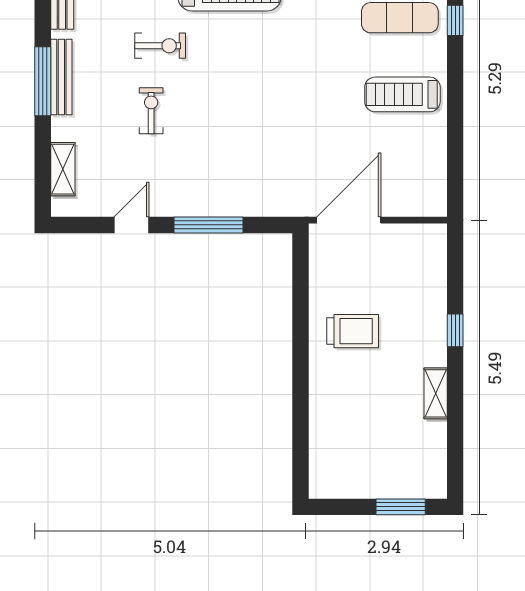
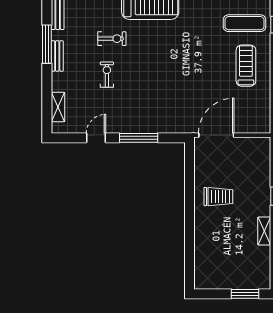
bench: (61, 77) -> (57, 56), width x0.73
window: (43, 81) -> (47, 44), moved
treadmill: (402, 94) -> (246, 66), turned 90

